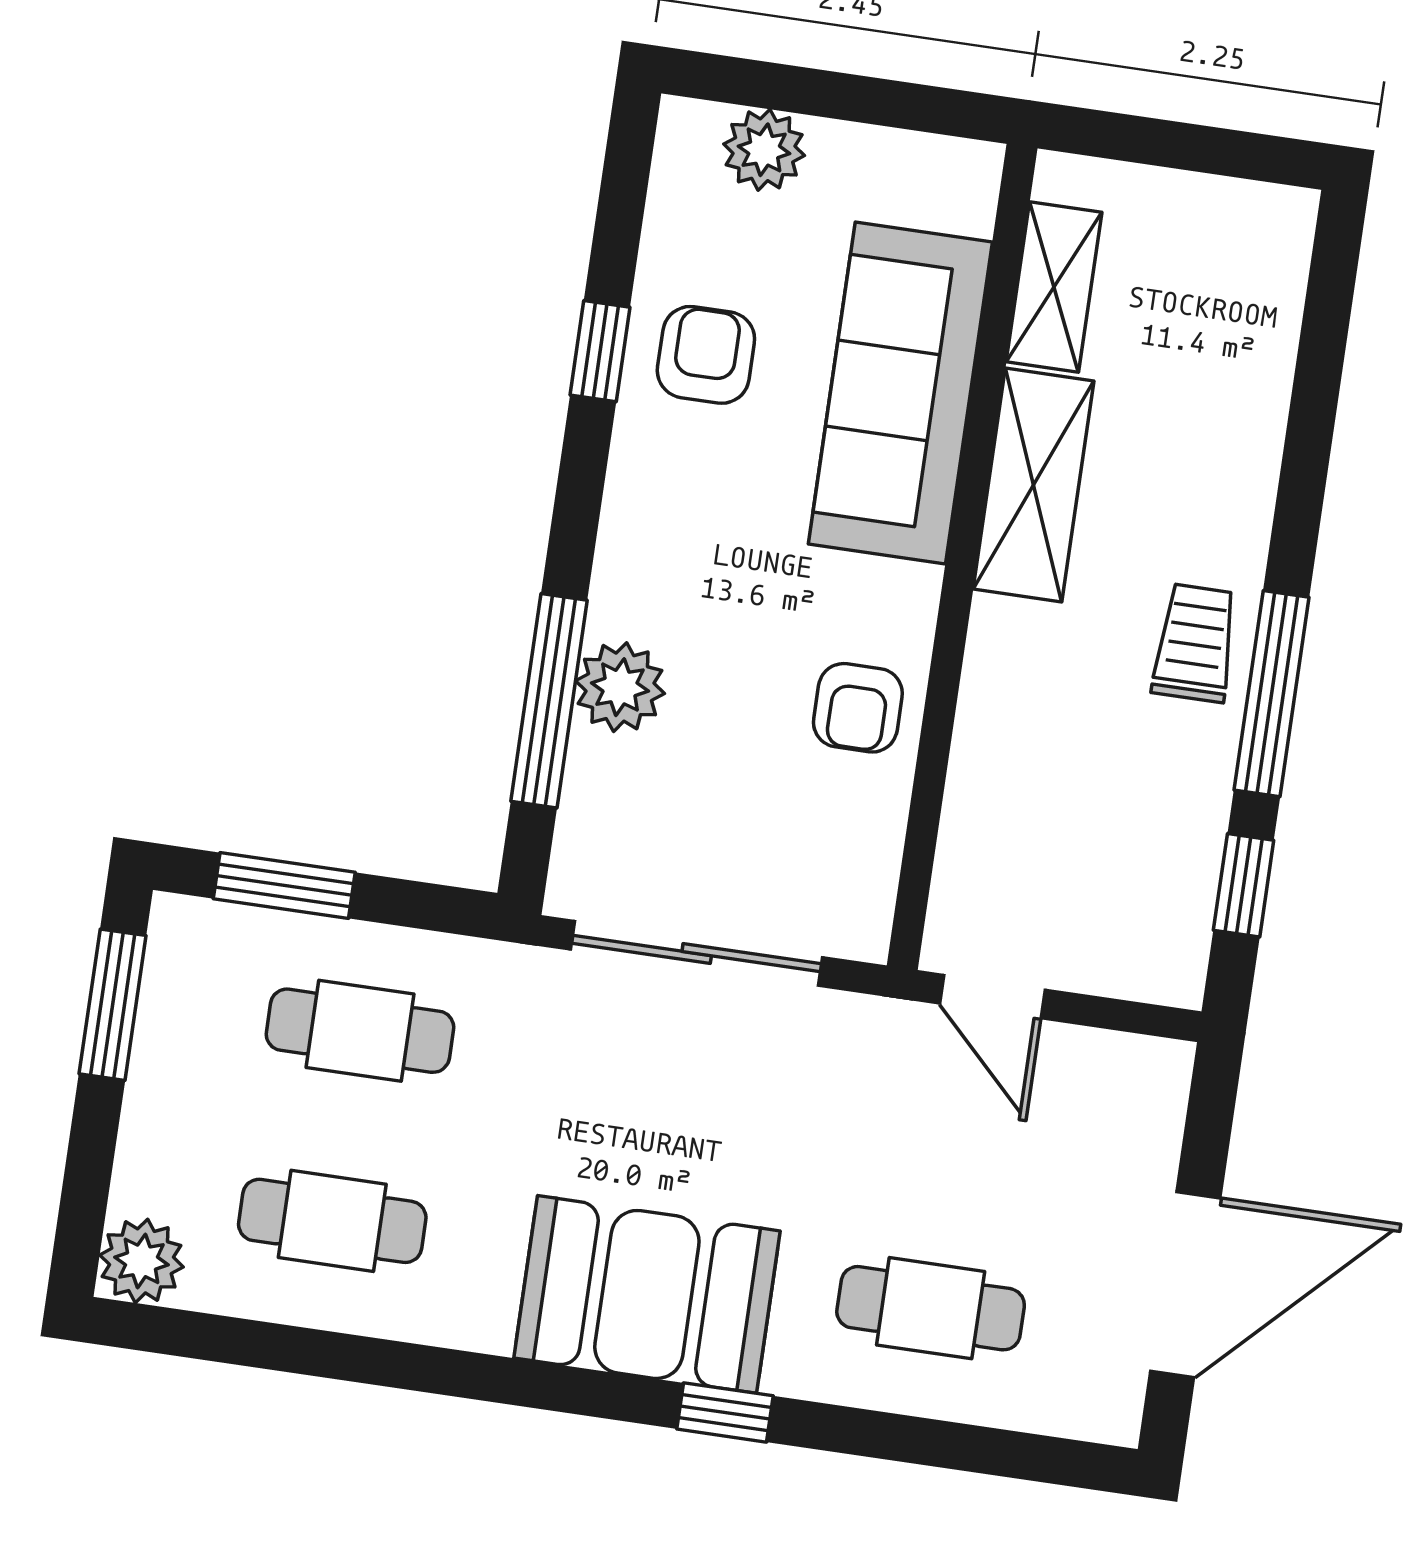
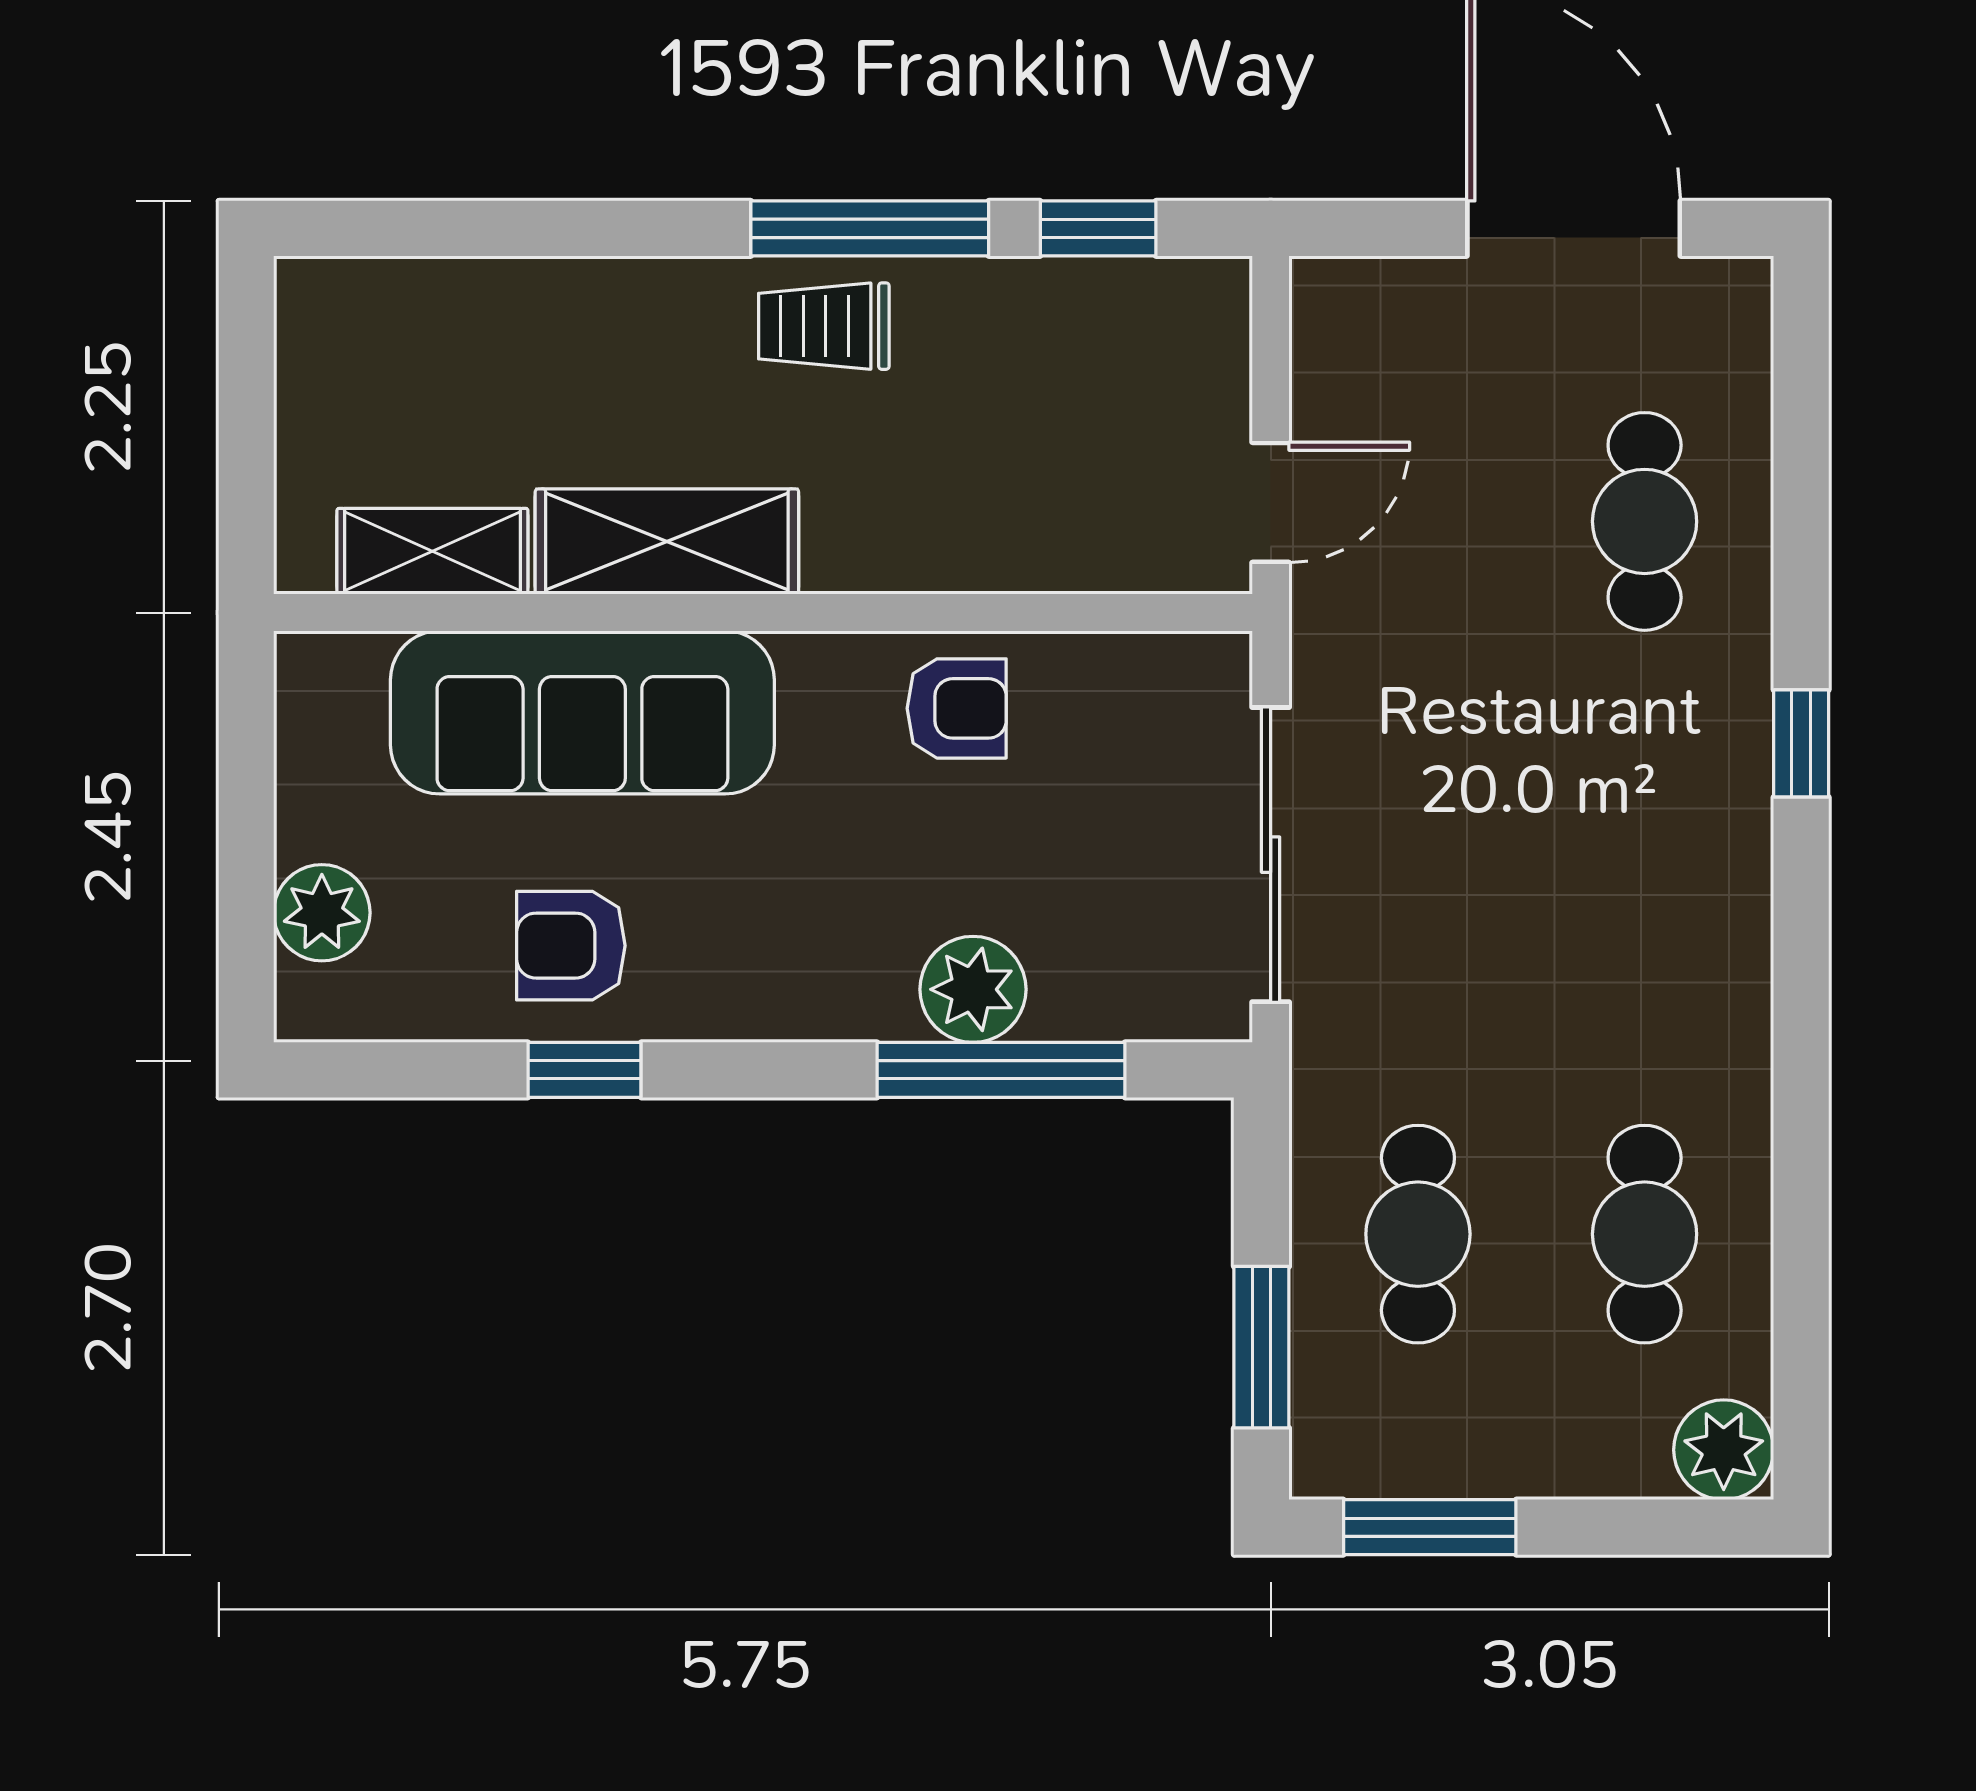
booth: (647, 1294) -> (1677, 855), removed

